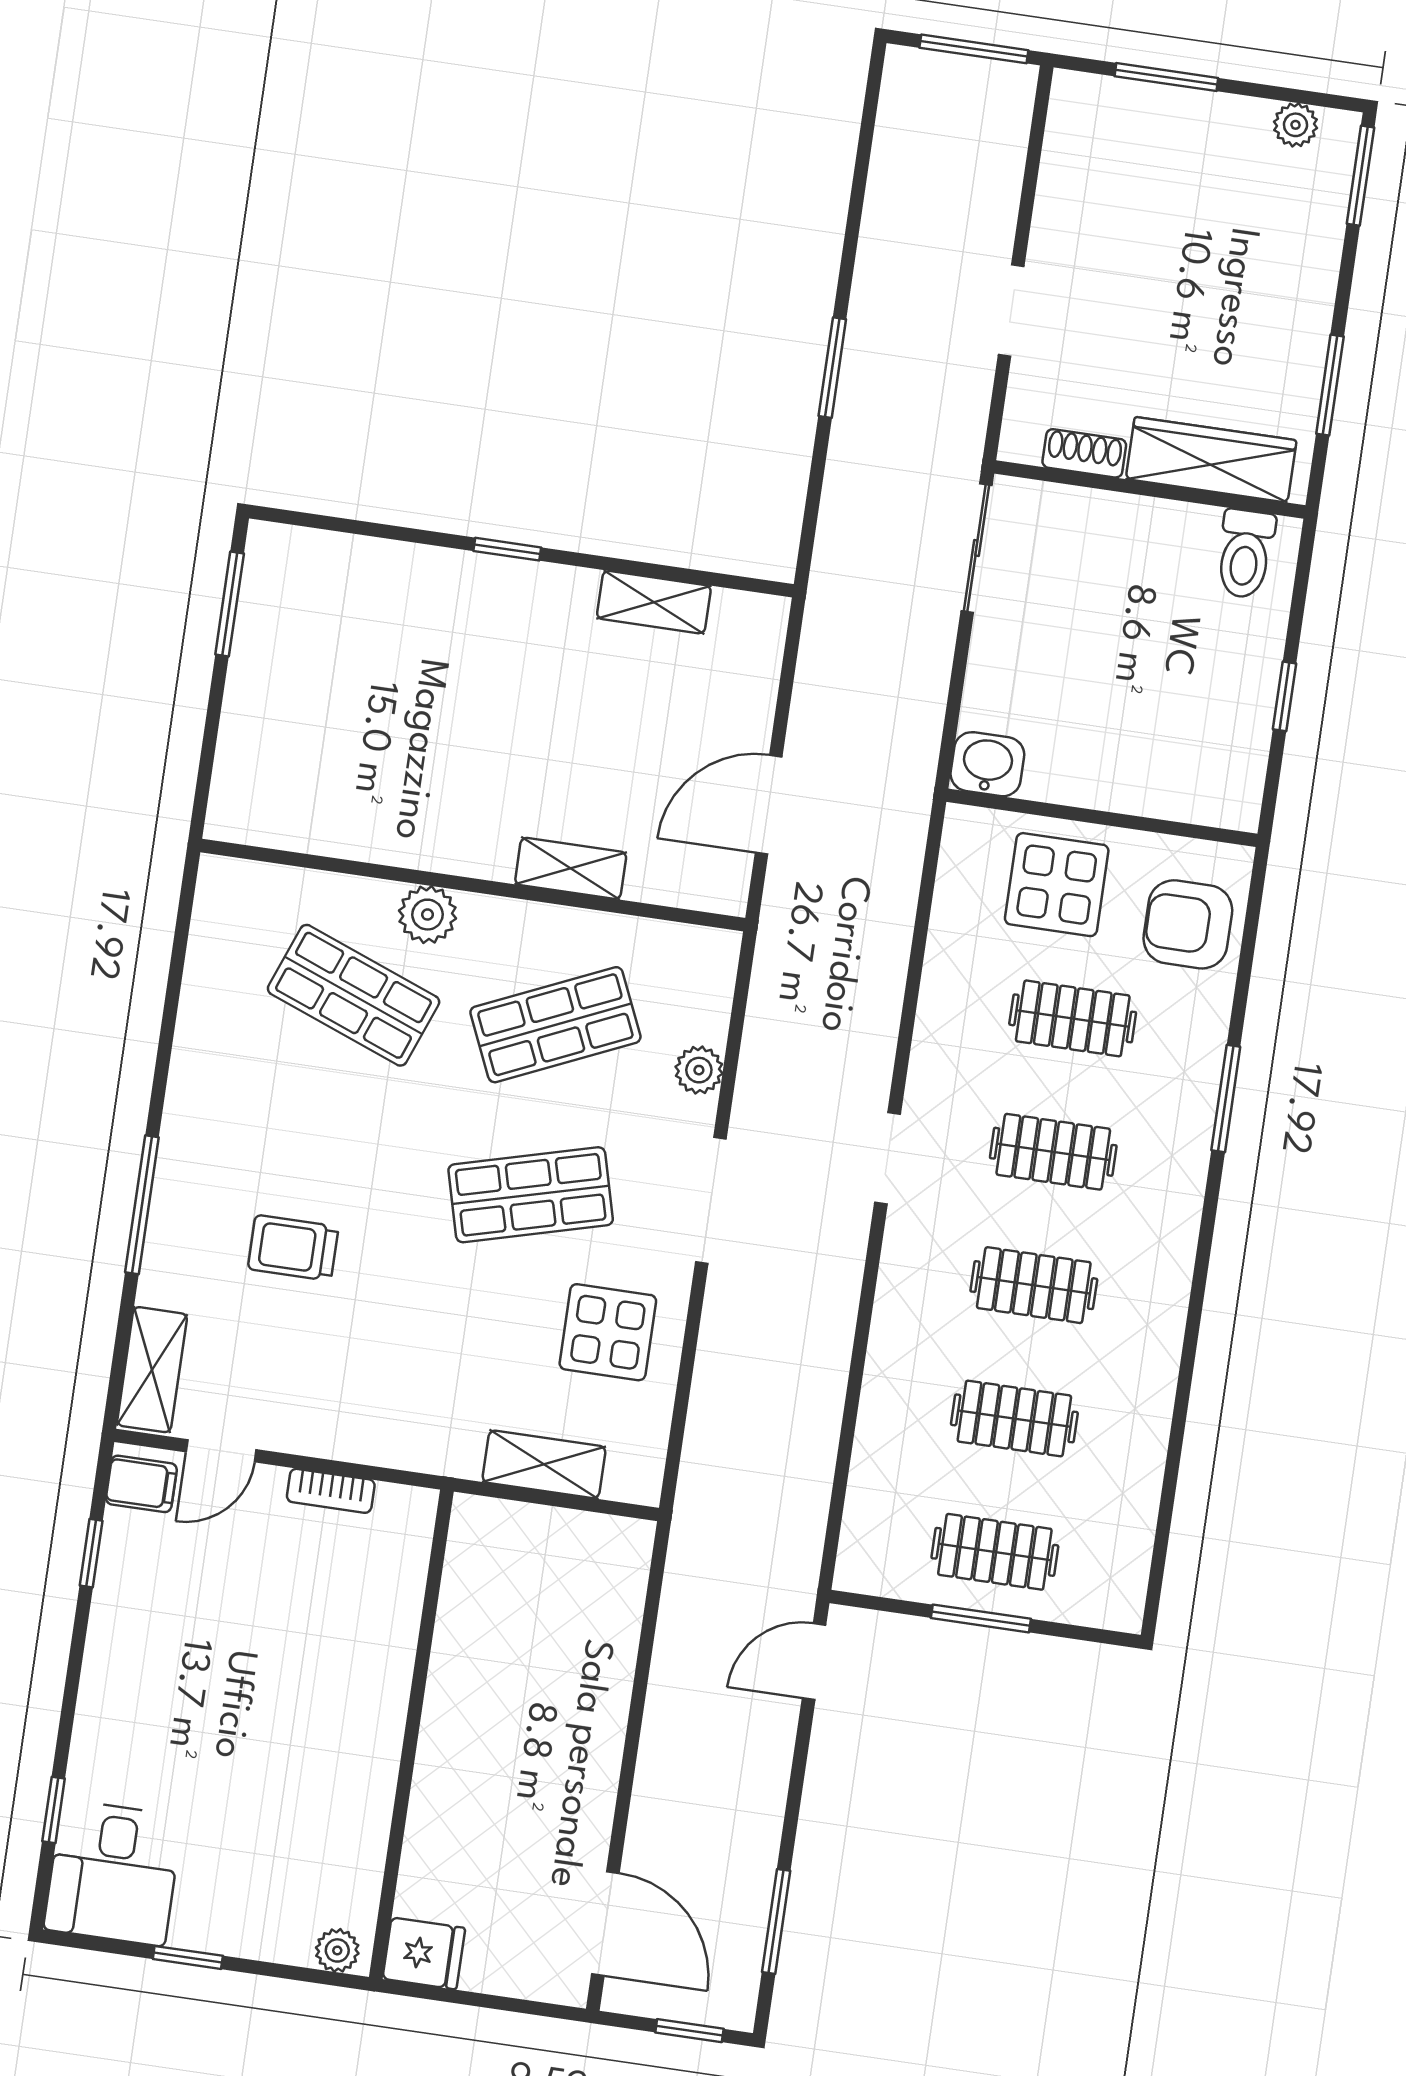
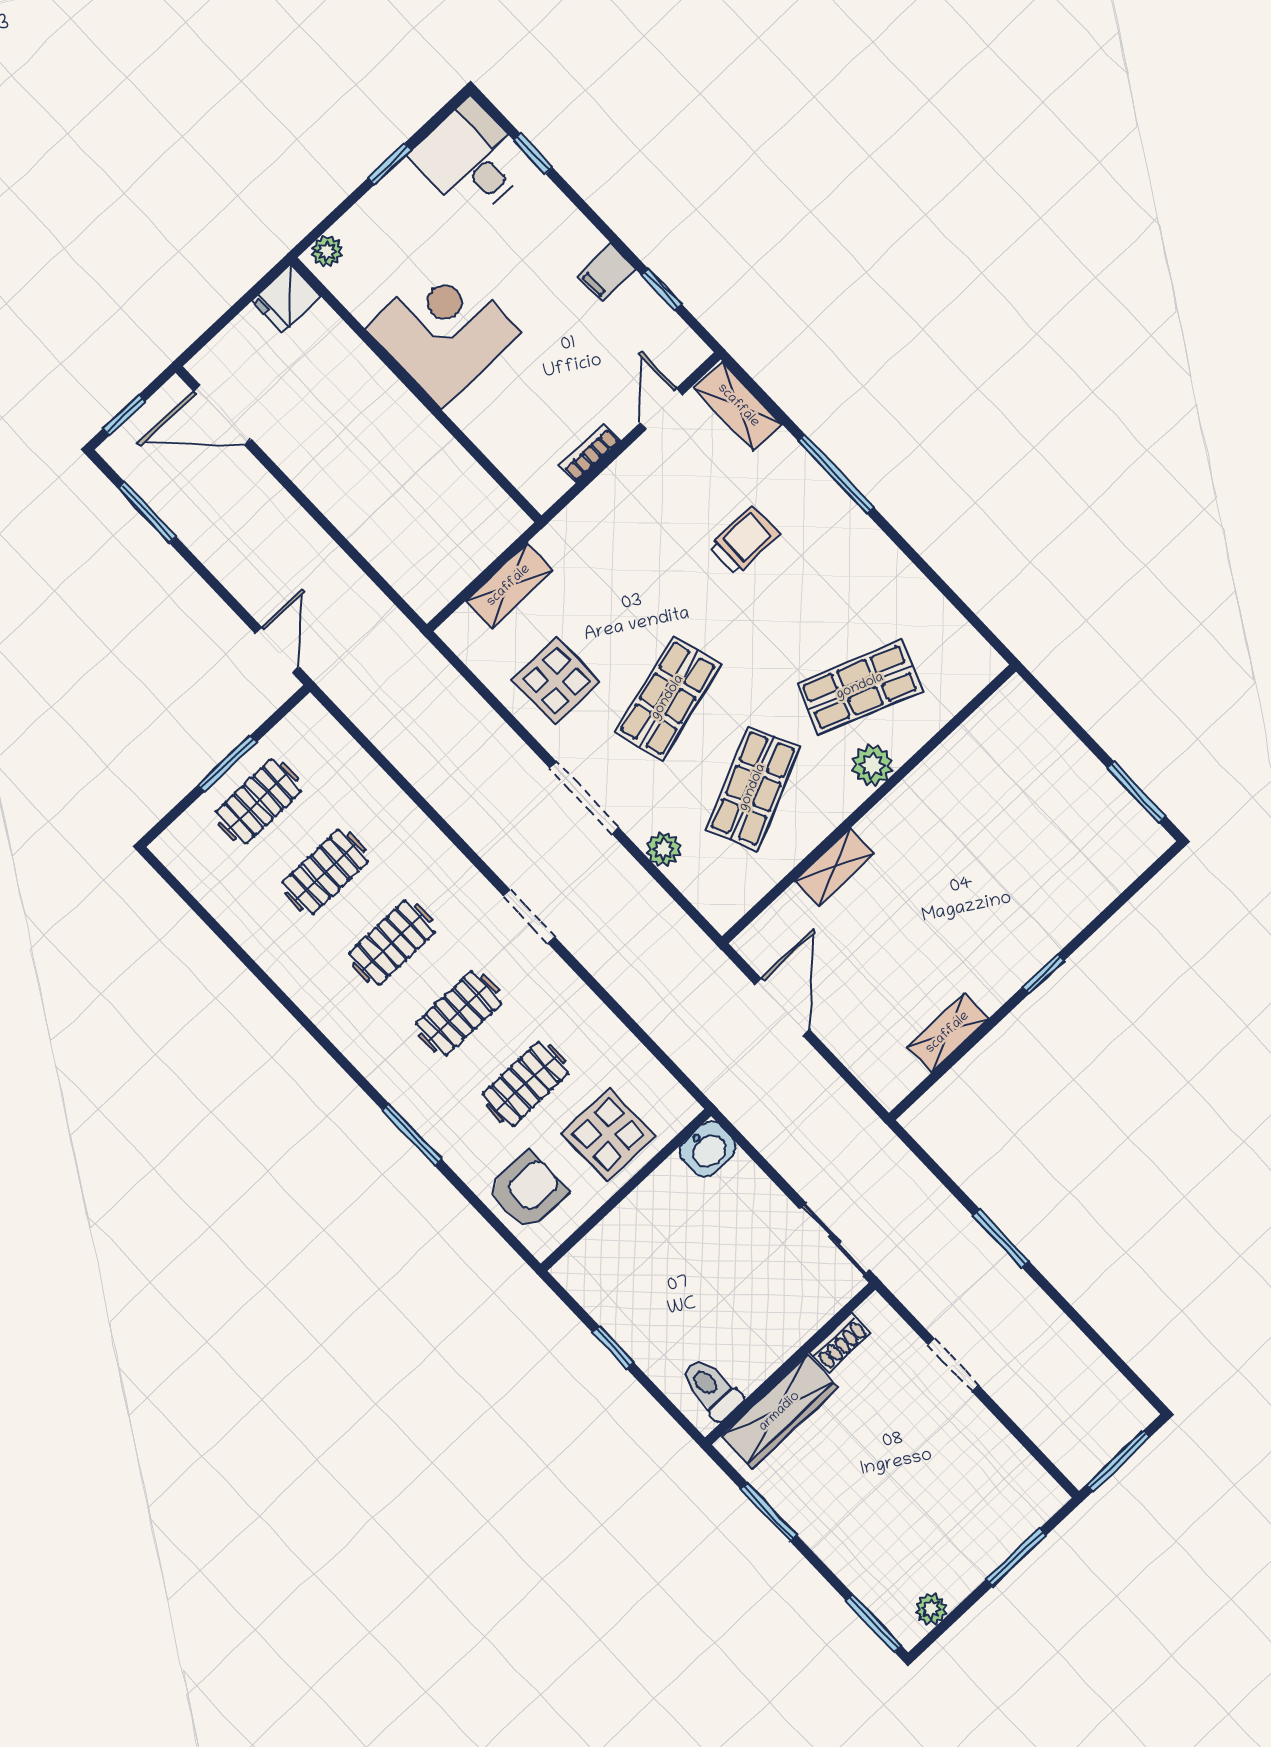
filing cabinet: (141, 1484) -> (606, 273), moved
corner desk: (323, 1755) -> (444, 330), added

